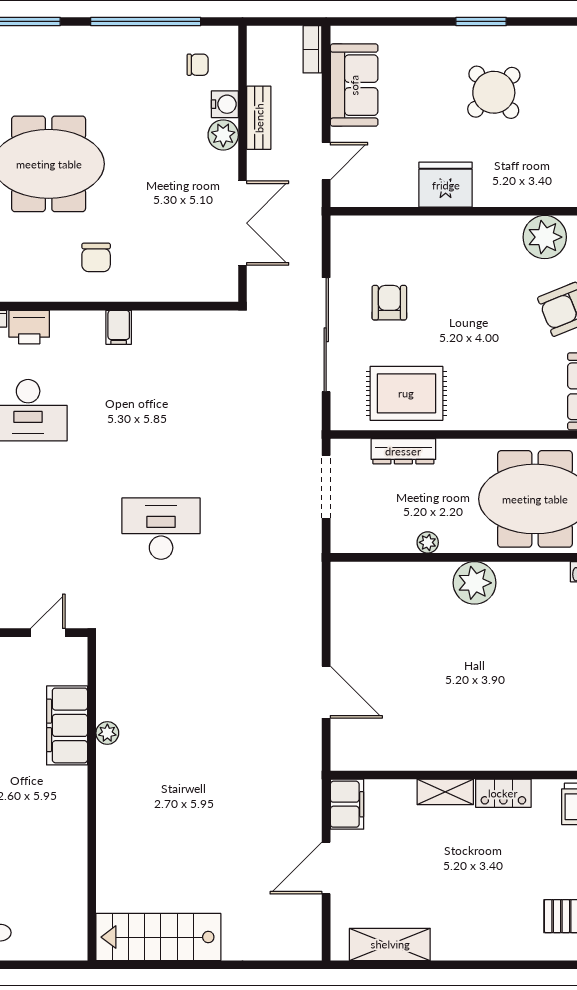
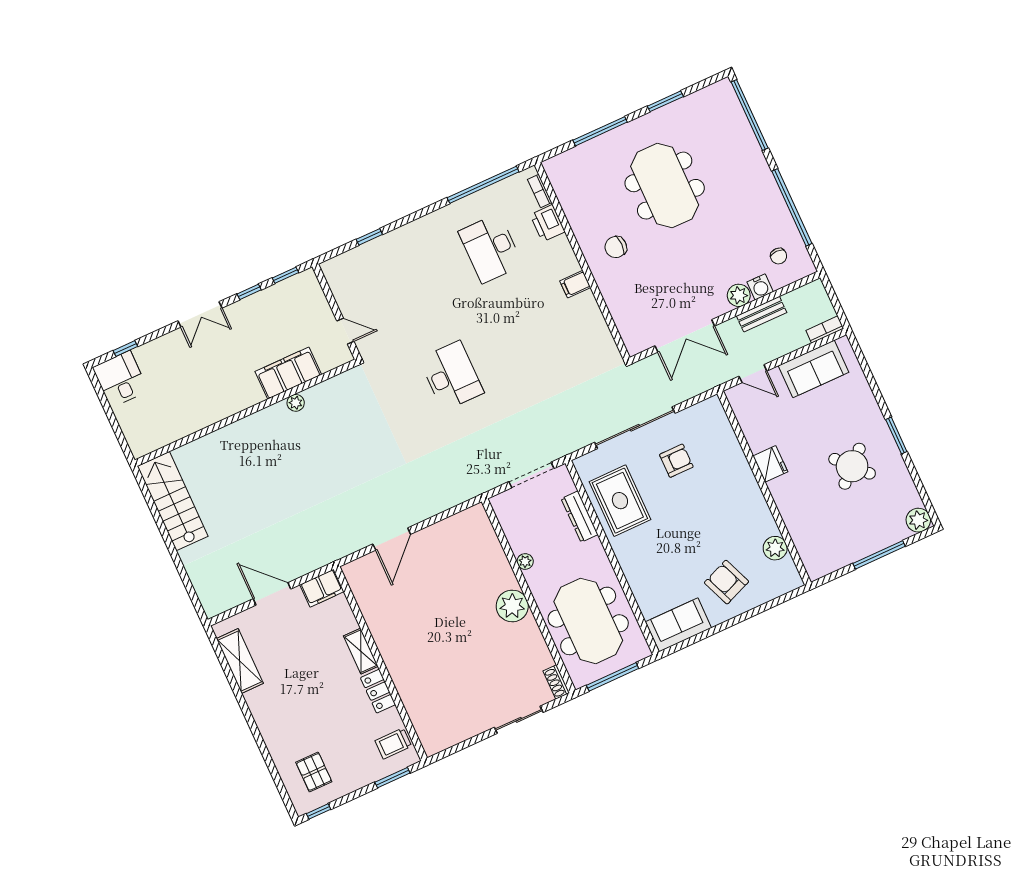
fridge: (446, 185) -> (770, 464), width x0.73, depth x0.75
plant: (545, 237) -> (775, 548), width x0.73, depth x0.73

